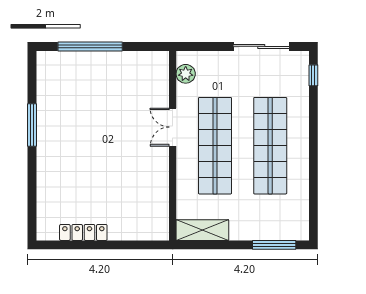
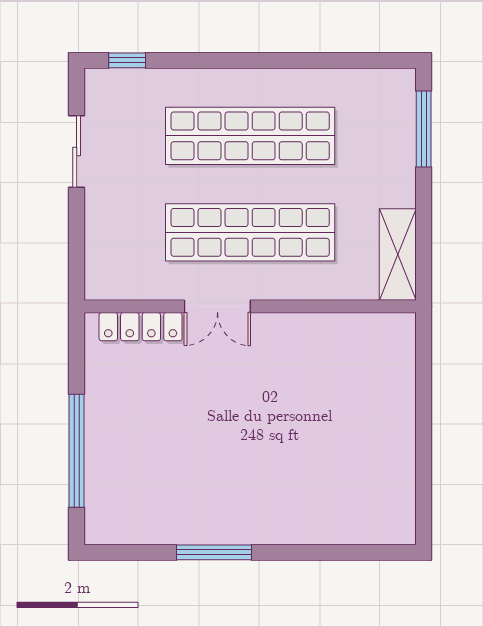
sliding door: (261, 46) -> (77, 151), width x0.73
plant: (186, 74) -> (124, 284), removed
locker: (83, 232) -> (141, 327), moved, turned -90

